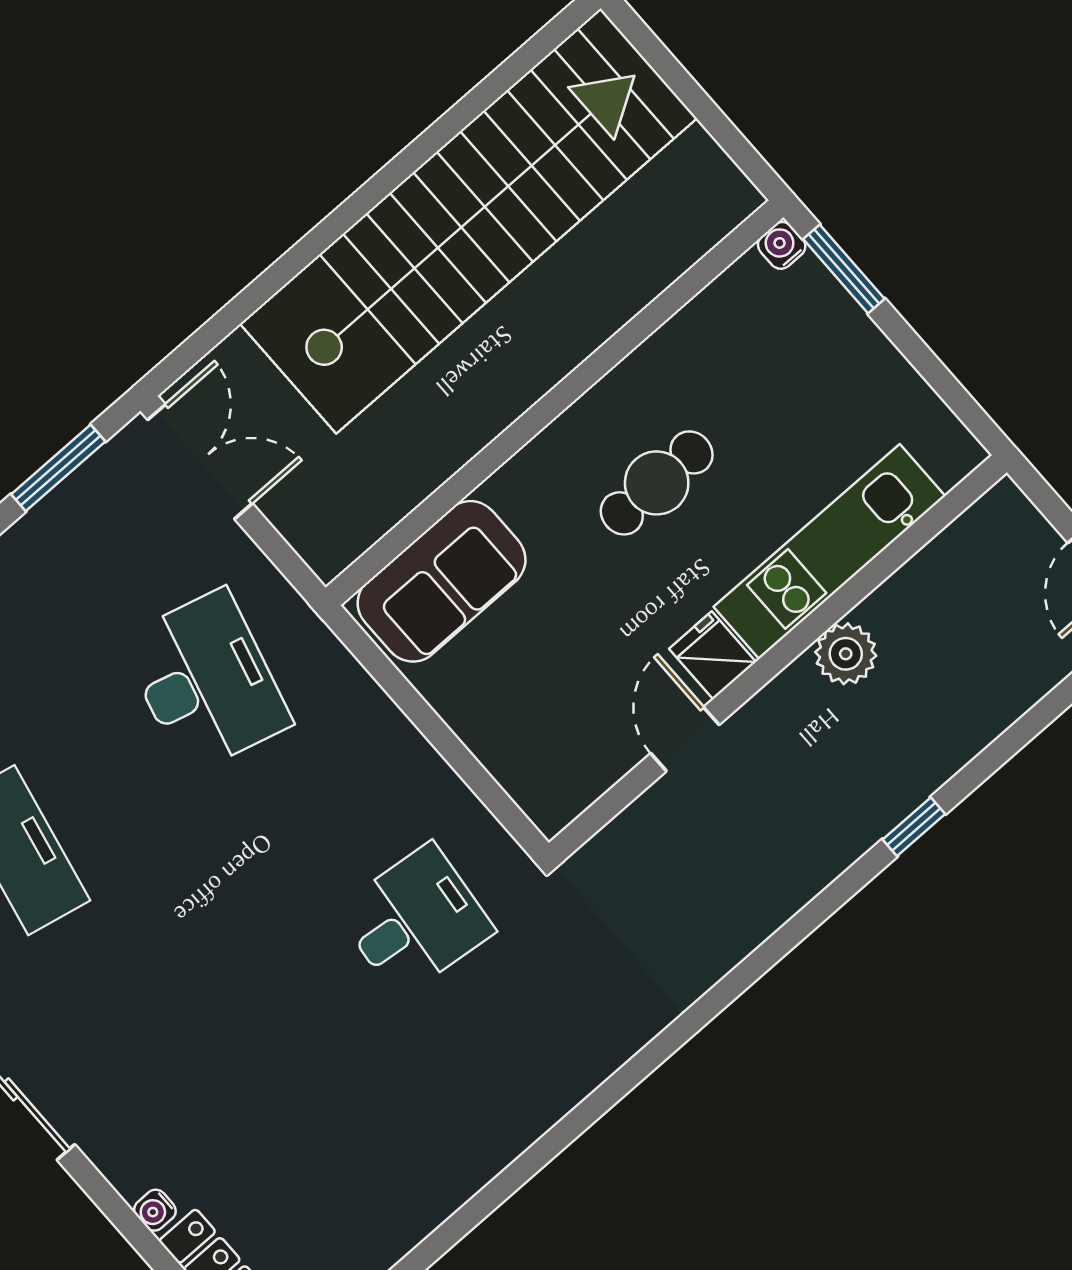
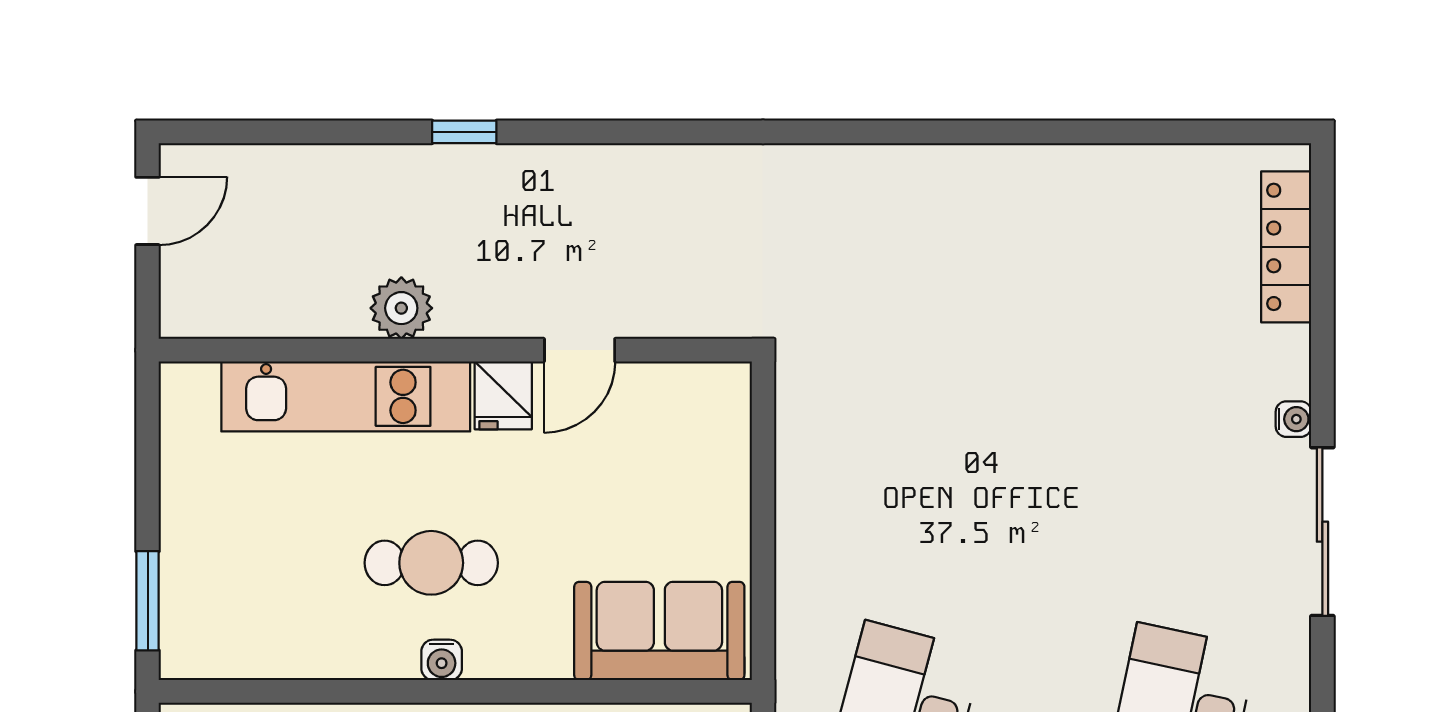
water cooler: (782, 245) -> (442, 660), moved
desk: (415, 920) -> (904, 392), removed
water cooler: (155, 1210) -> (1293, 419), moved

